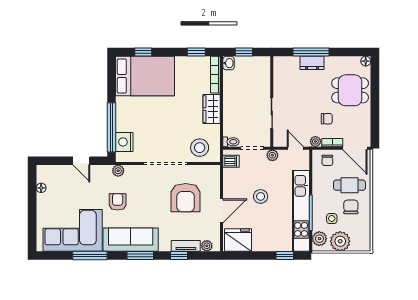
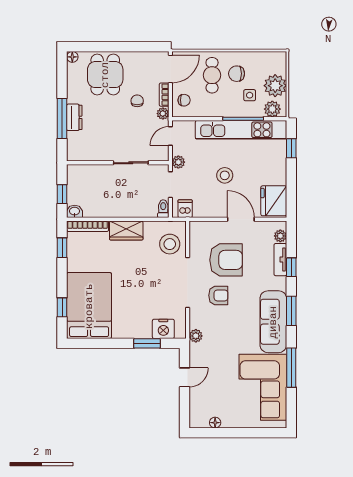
window: (112, 127) -> (147, 343), width x0.47
armchair: (118, 202) -> (218, 295), moved, turned 180

